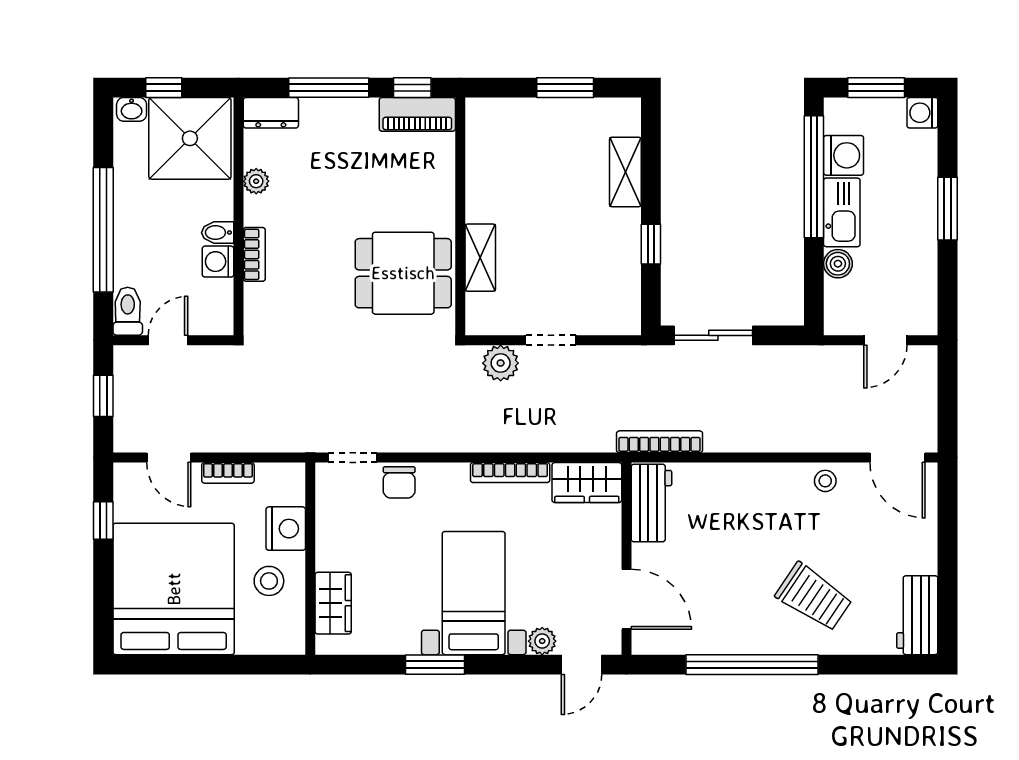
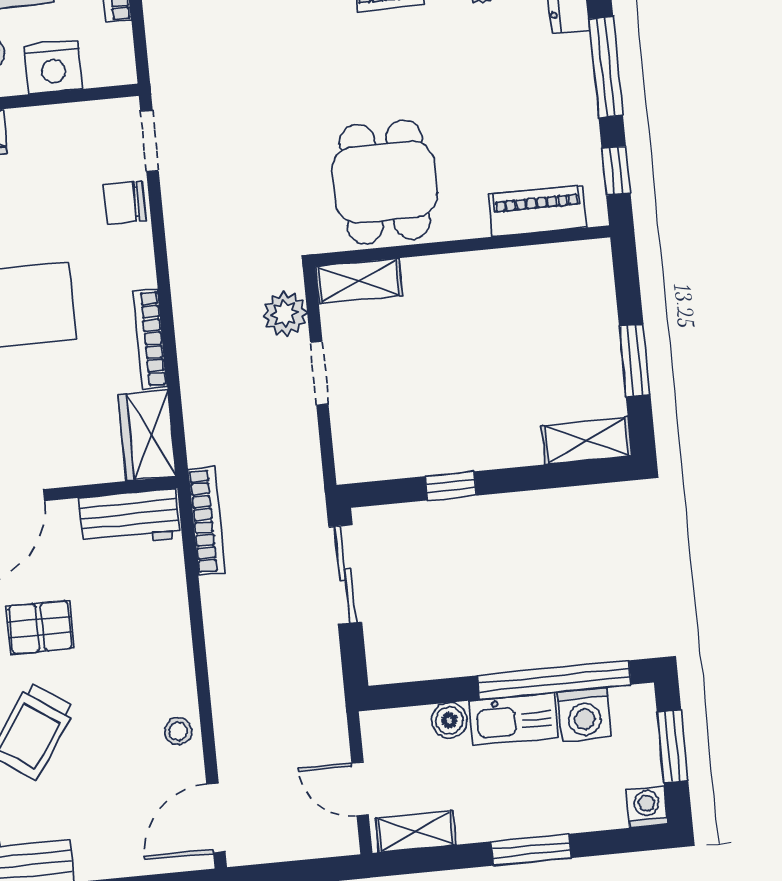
piano: (417, 114) -> (537, 211), moved, turned 90
shelving: (625, 172) -> (587, 441), moved
shelving: (480, 258) -> (359, 281), moved
shelving: (924, 299) -> (416, 831), added
pallet: (732, 583) -> (40, 627), added

